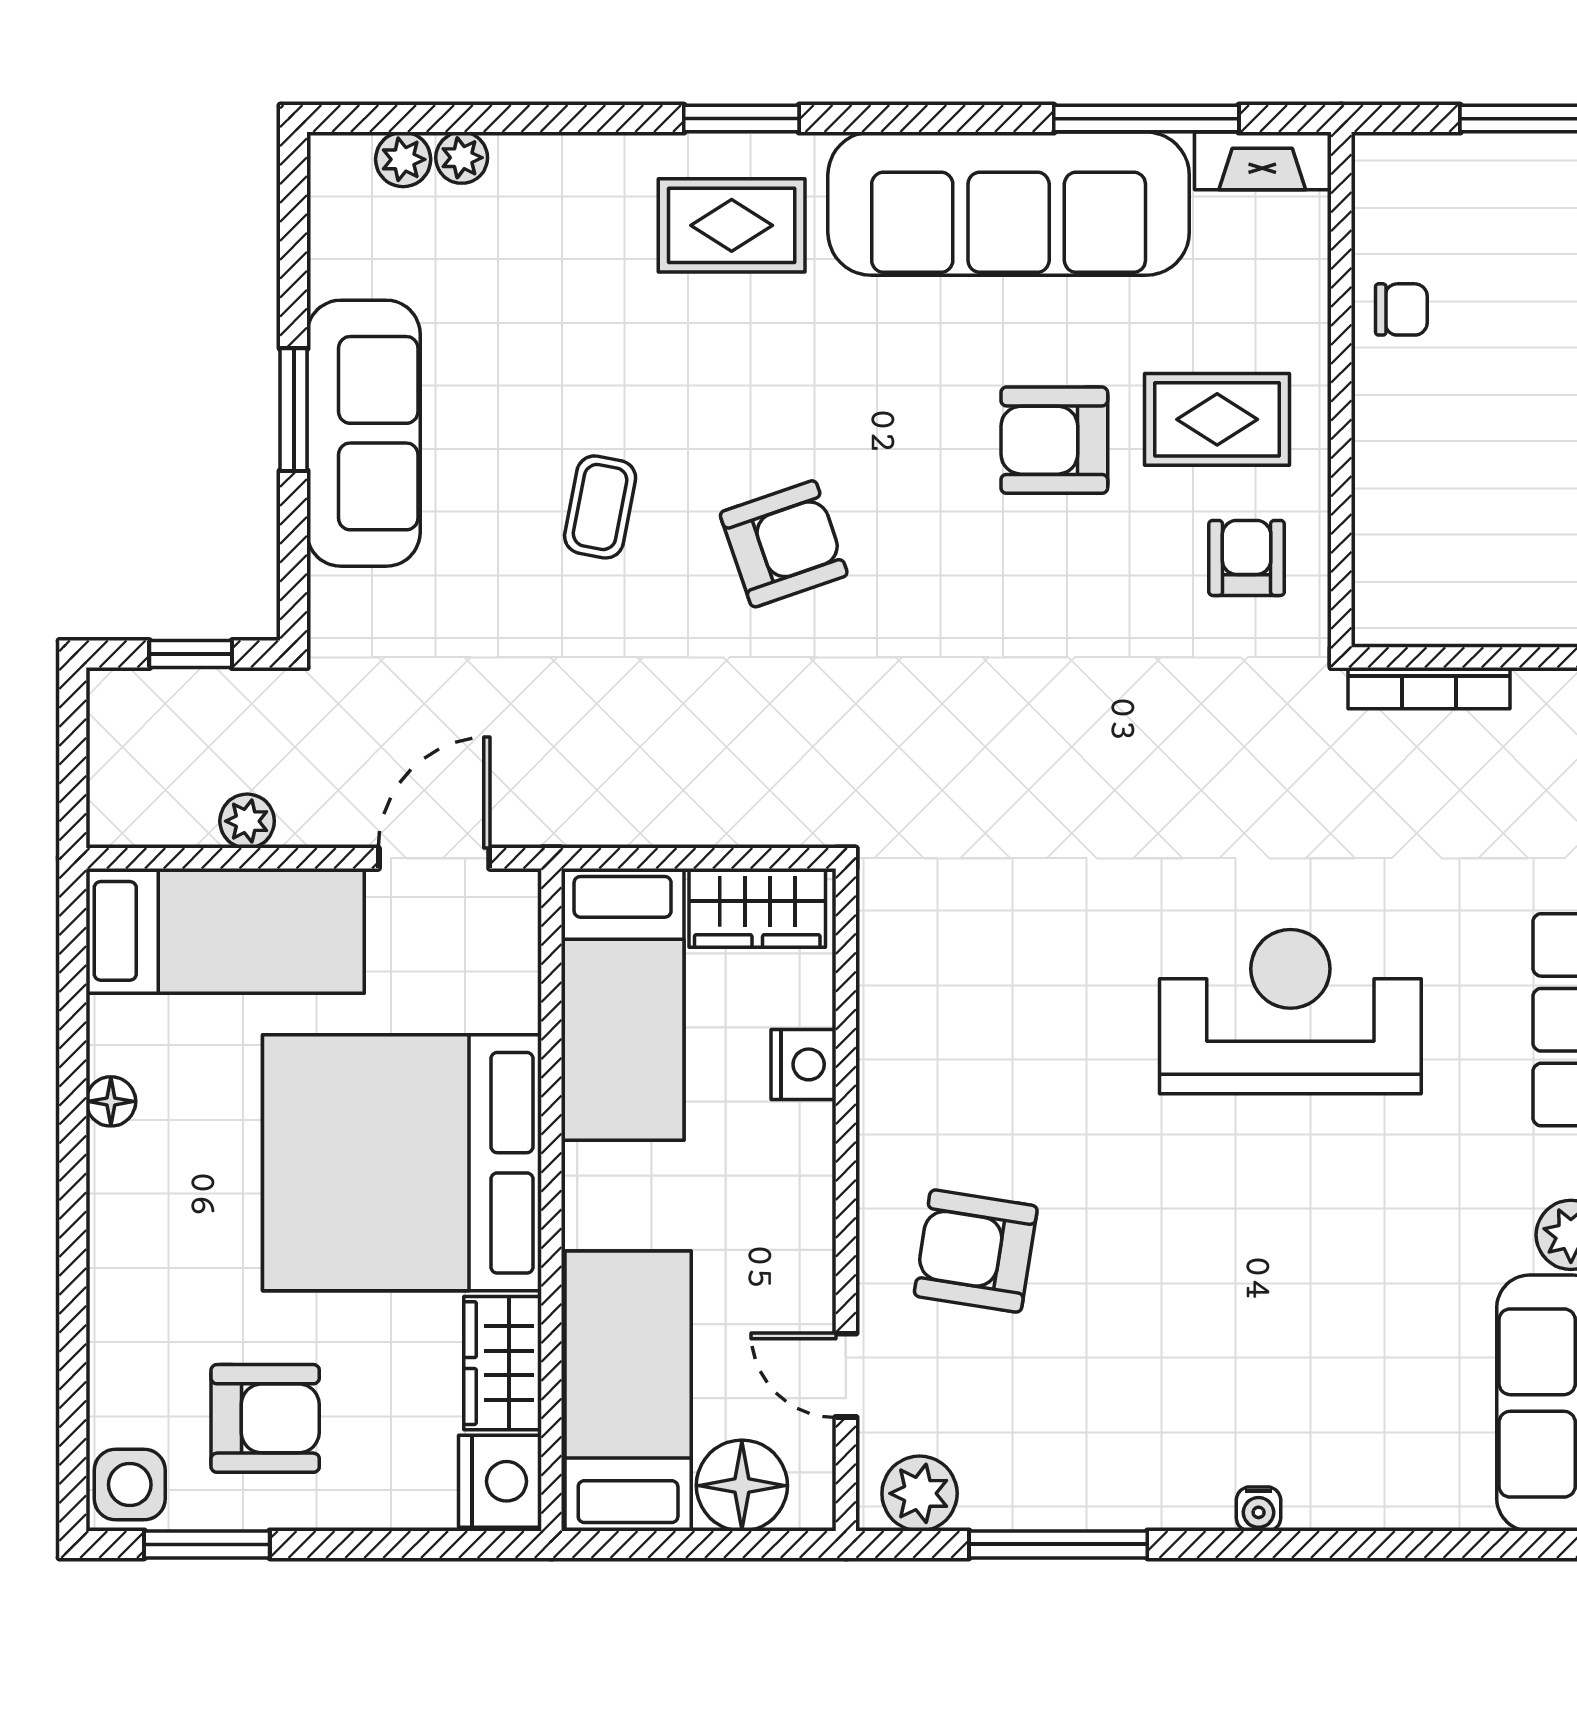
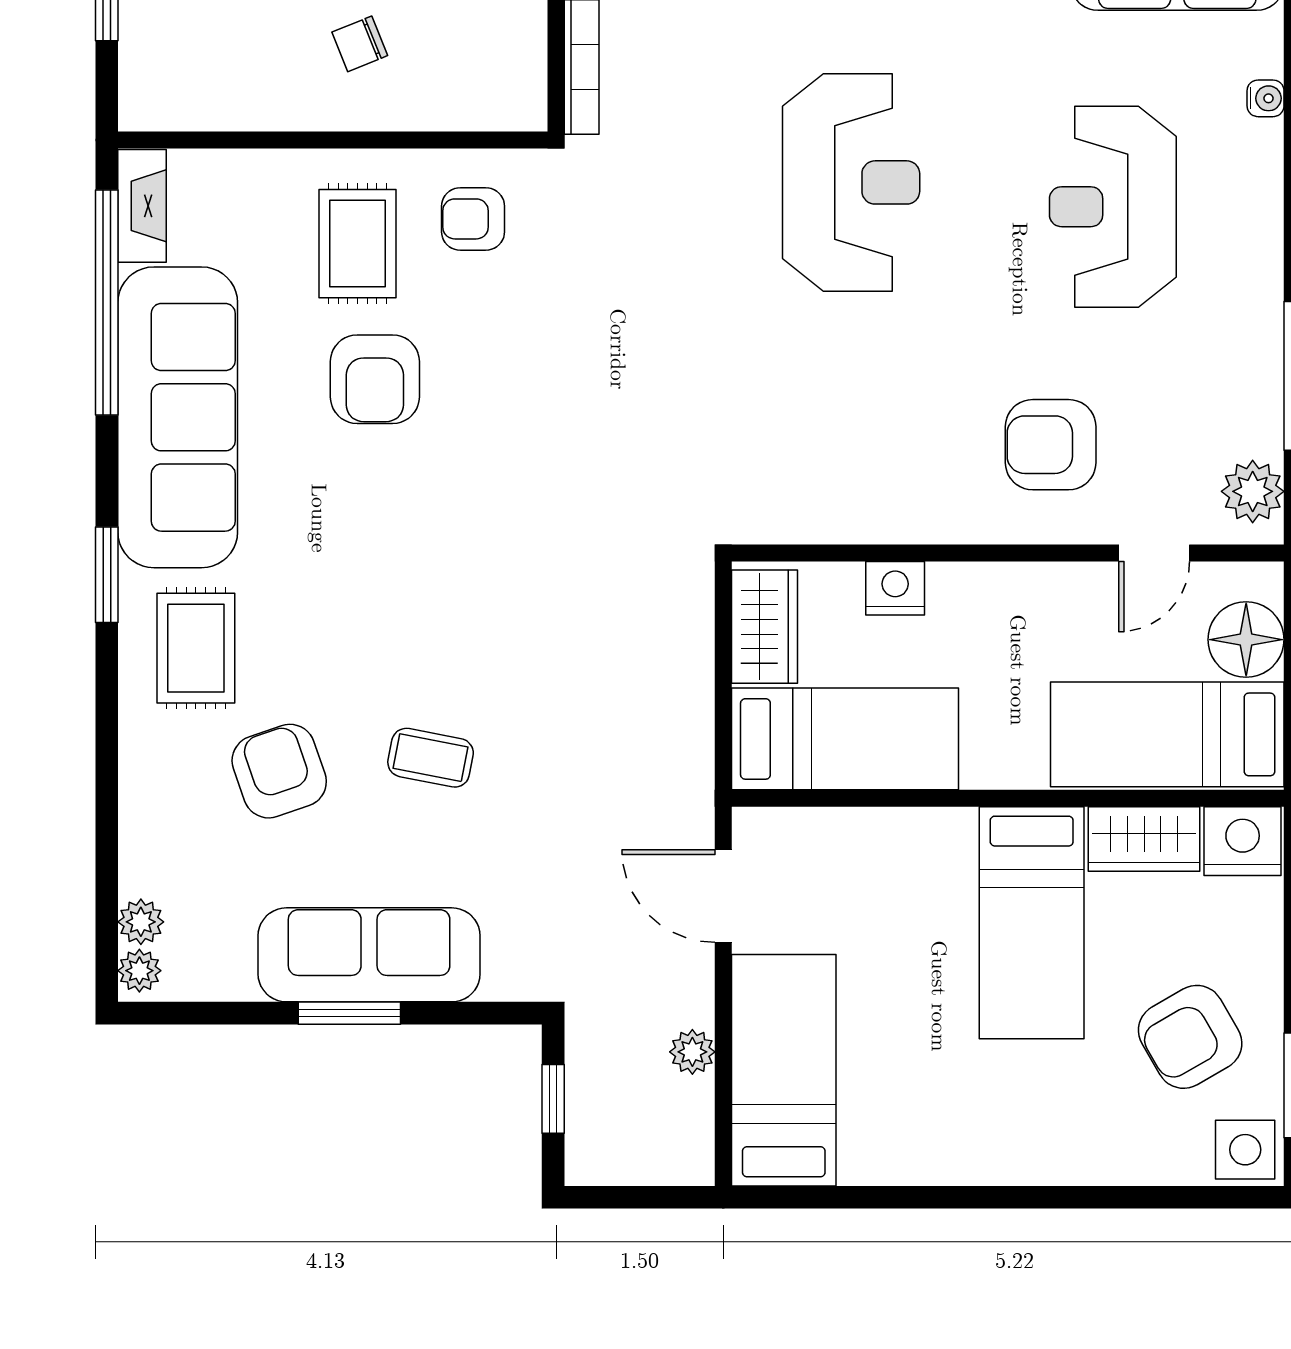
window: (741, 119) -> (107, 575), moved
window: (1146, 119) -> (107, 302), width x1.46
plant: (462, 158) -> (139, 971), moved
chair: (1401, 309) -> (360, 44), moved, turned -112
armchair: (784, 544) -> (279, 771), moved
reception desk: (1290, 1012) -> (851, 182), turned 180
floor lamp: (111, 1101) -> (926, 1165), removed
bed: (402, 1163) -> (1032, 923), width x0.49
armchair: (976, 1251) -> (1051, 445), turned 81
reception desk: (1261, 1326) -> (1113, 207), added
armchair: (265, 1418) -> (1190, 1037), turned -120
water cooler: (1259, 1509) -> (1266, 98), moved

